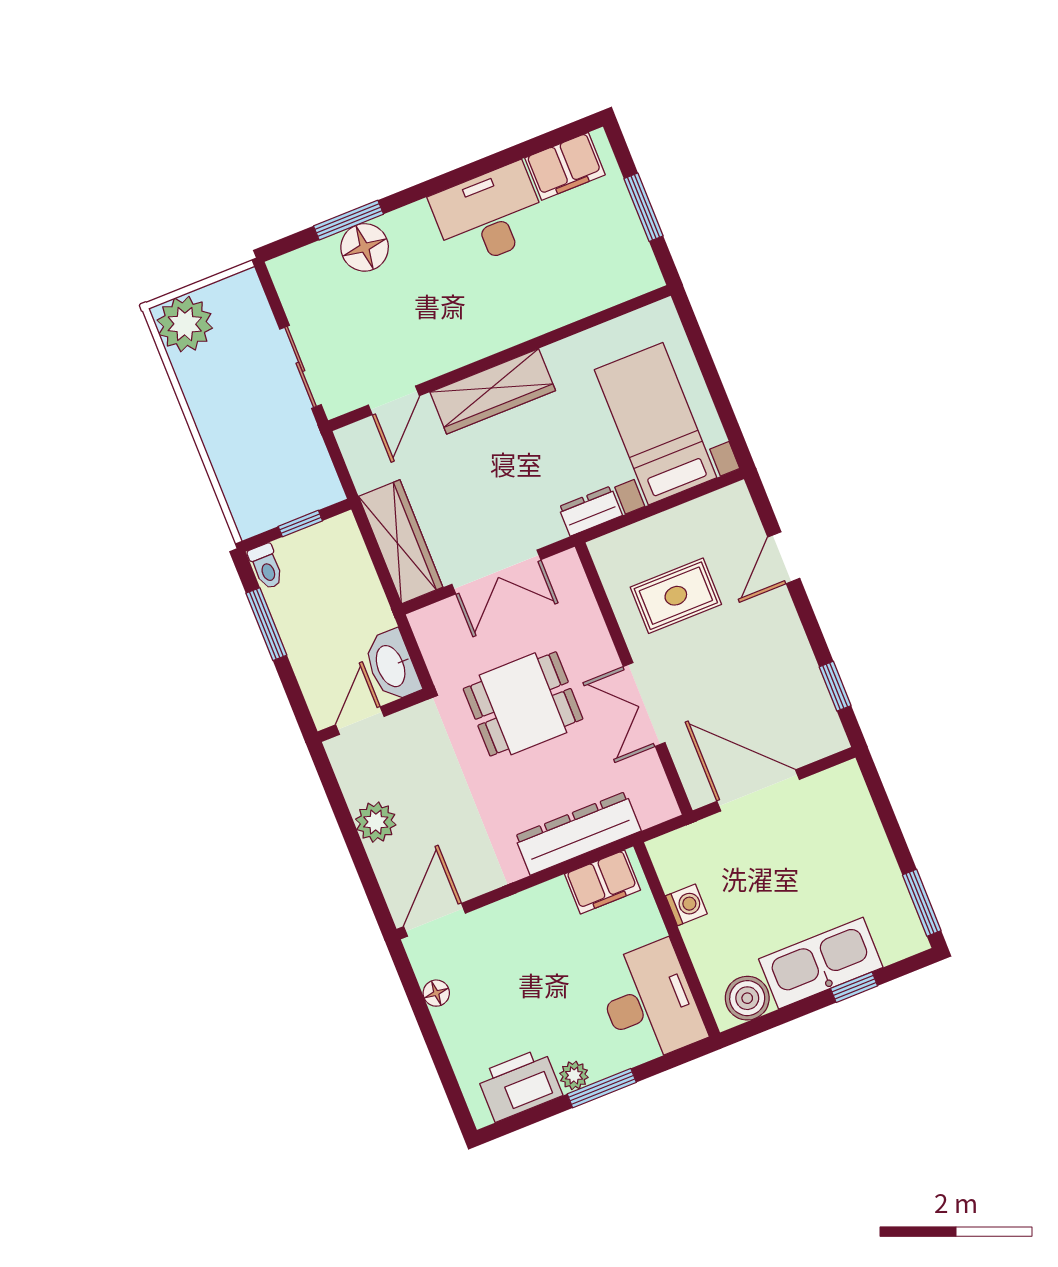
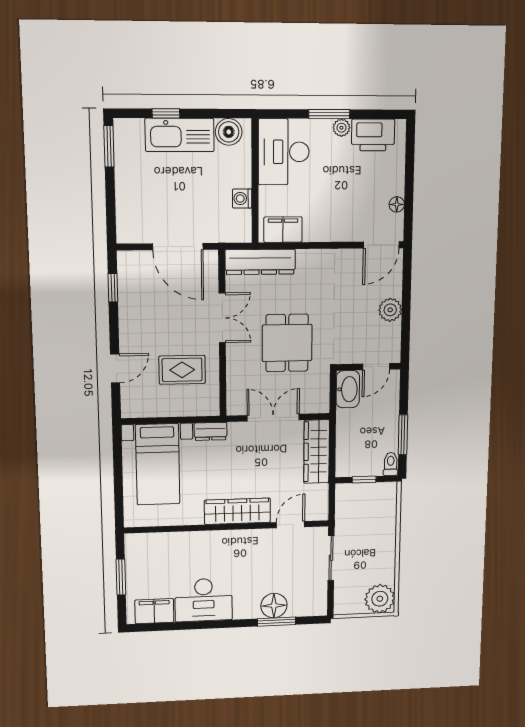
dining table: (523, 704) -> (287, 343), turned 90
dresser: (578, 833) -> (260, 262), moved

